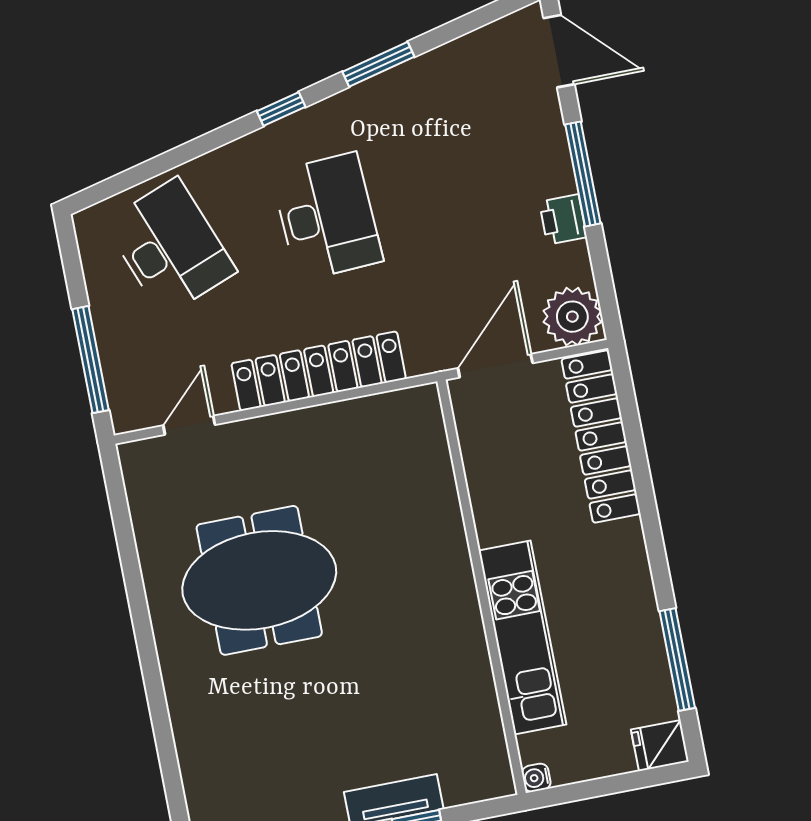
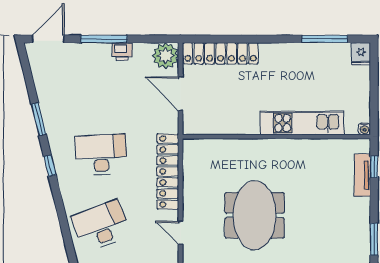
wall: (482, 587) -> (276, 137), moved
kitchen unit: (522, 637) -> (302, 123), moved
water cooler: (536, 778) -> (365, 129), moved

